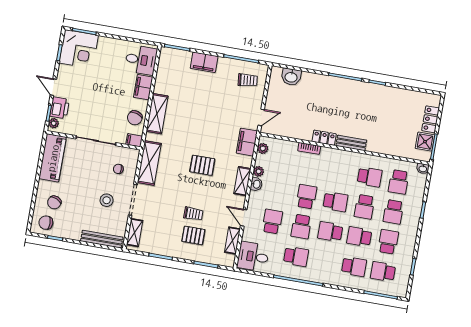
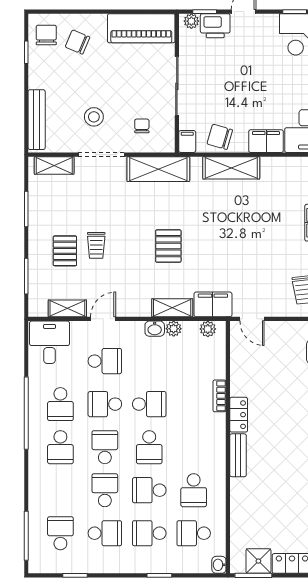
shelving: (242, 181) -> (172, 308), moved
school desk: (354, 267) -> (60, 447), moved

